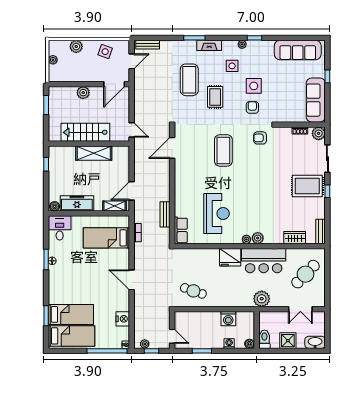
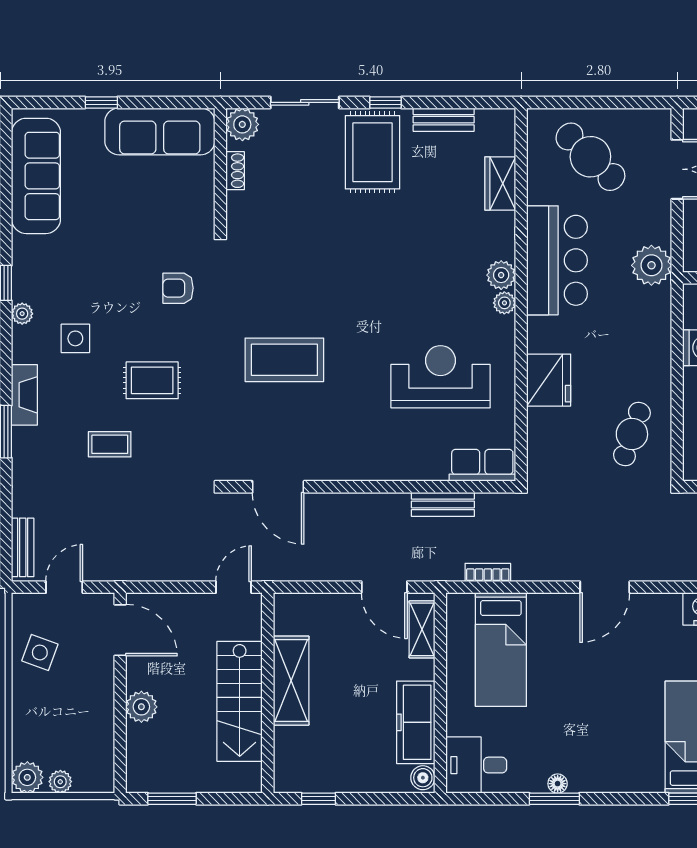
plant: (76, 46) -> (27, 777), moved
door: (132, 61) -> (64, 587), hinge flipped
coffee table: (189, 80) -> (110, 444), width x0.54, depth x0.58
side table: (254, 86) -> (125, 285), removed
armchair: (260, 138) -> (254, 269), removed
bench: (320, 232) -> (444, 120), moved
fridge: (230, 257) -> (549, 380), moved

